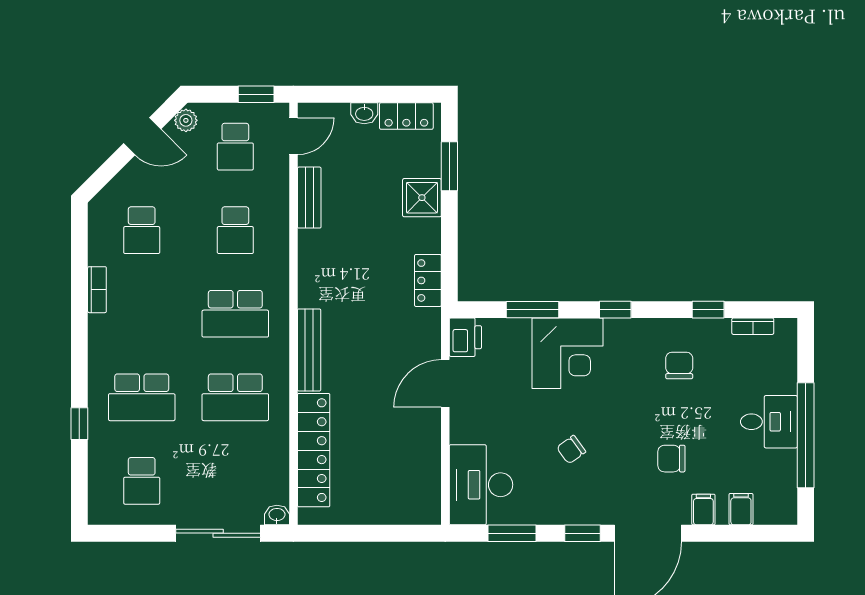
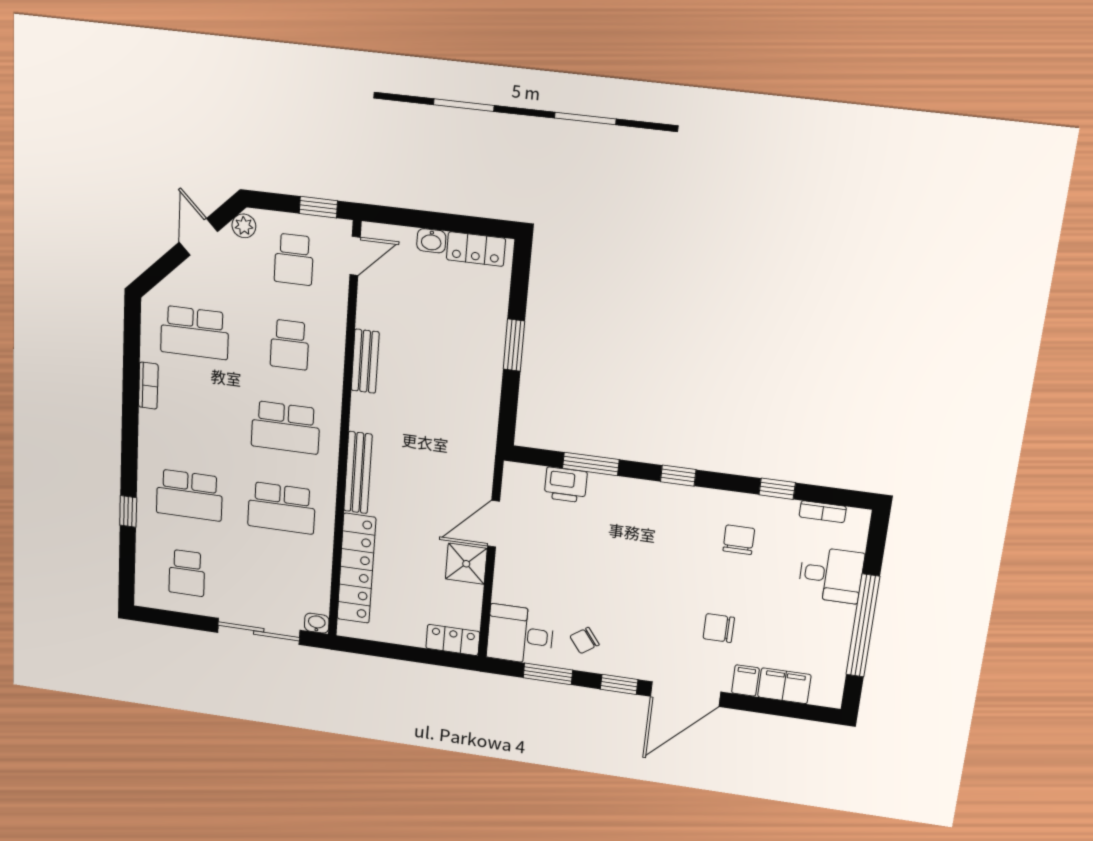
door: (142, 136) -> (198, 237), swing flipped
window: (449, 166) -> (514, 345), moved
bench: (309, 198) -> (365, 361), moved
shower: (422, 198) -> (466, 564), moved
school desk: (142, 230) -> (195, 333), width x1.85
locker: (428, 280) -> (453, 640), moved, turned 90
printer: (465, 337) -> (566, 485), moved, turned 90
corner desk: (568, 353) -> (623, 512), removed
desk: (769, 422) -> (831, 575), moved
chair: (571, 450) -> (585, 640), moved
desk: (481, 485) -> (520, 635), width x0.73
filing cabinet: (741, 509) -> (784, 686), width x2.00

